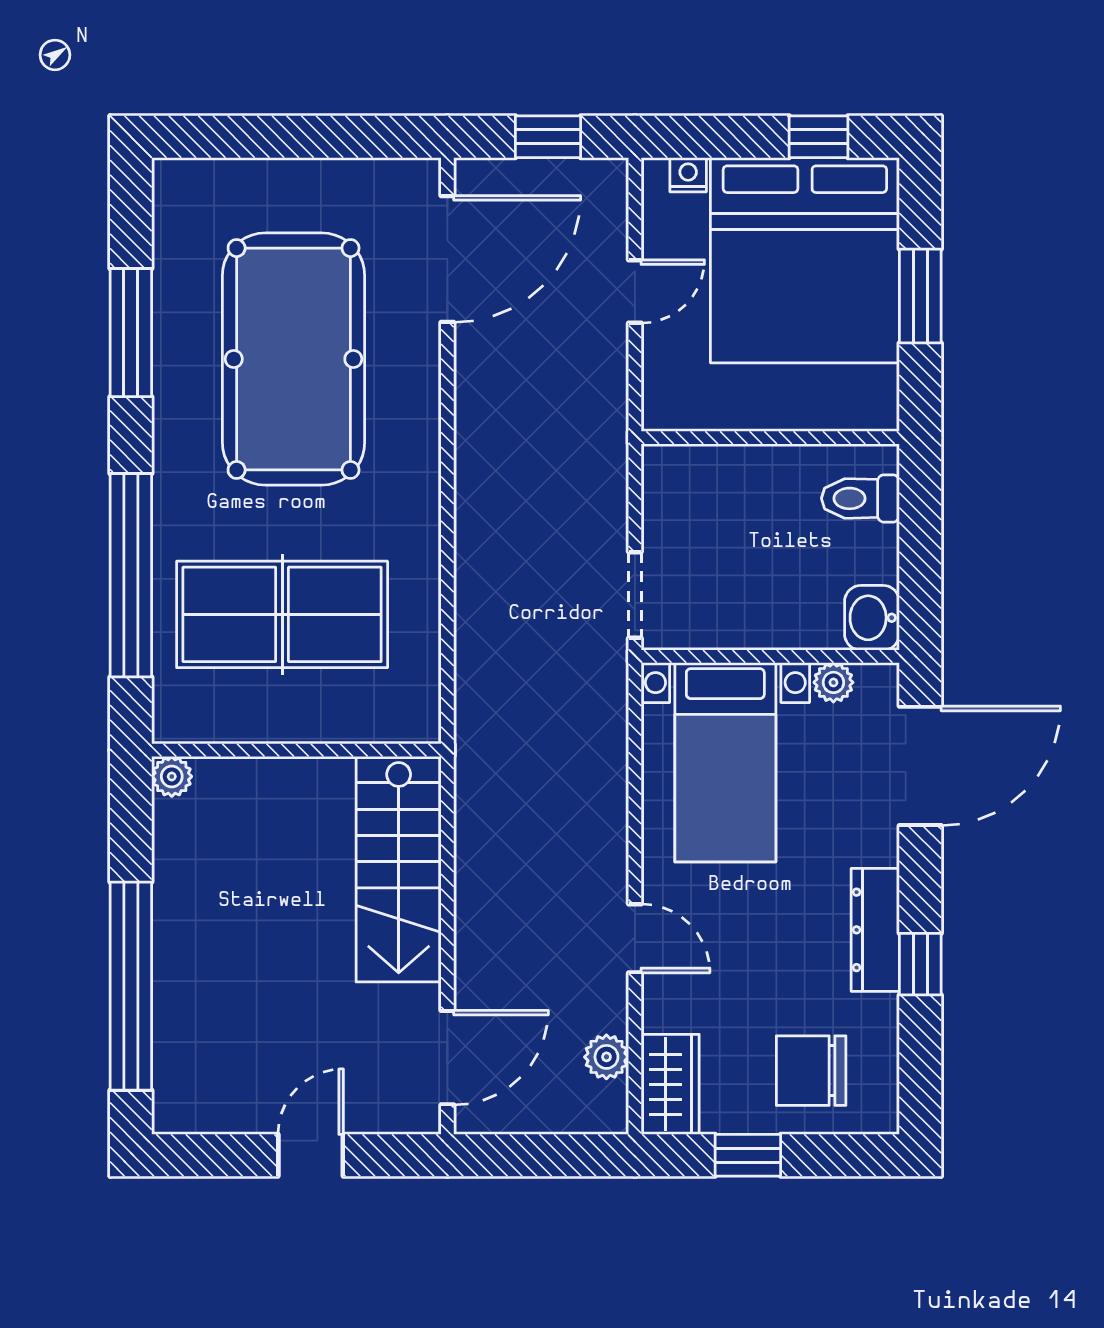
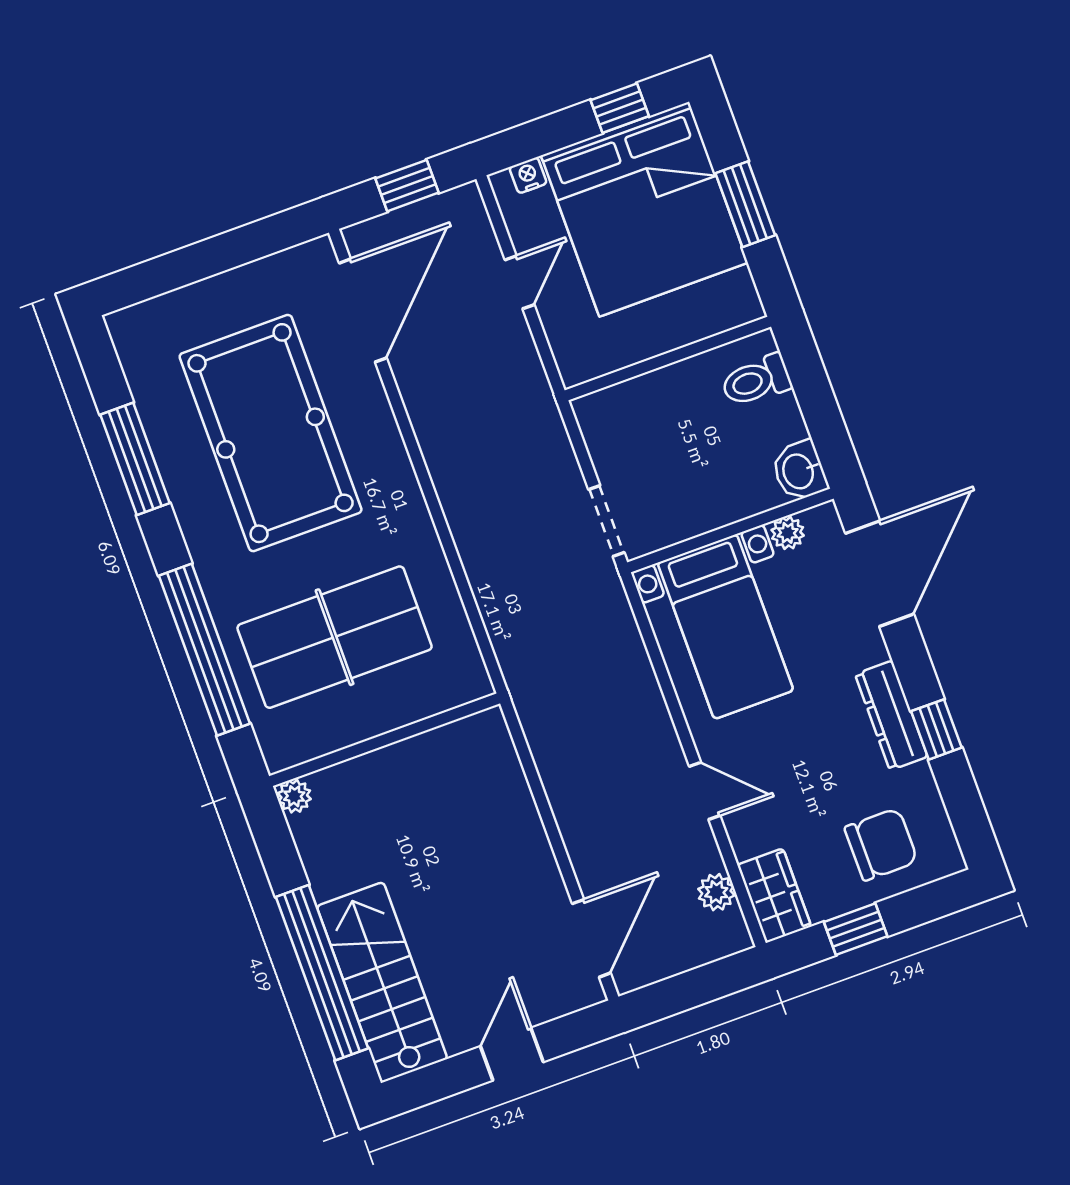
stairs: (399, 869) -> (382, 983), moved, turned 180
chair: (811, 1071) -> (881, 844), turned 180

